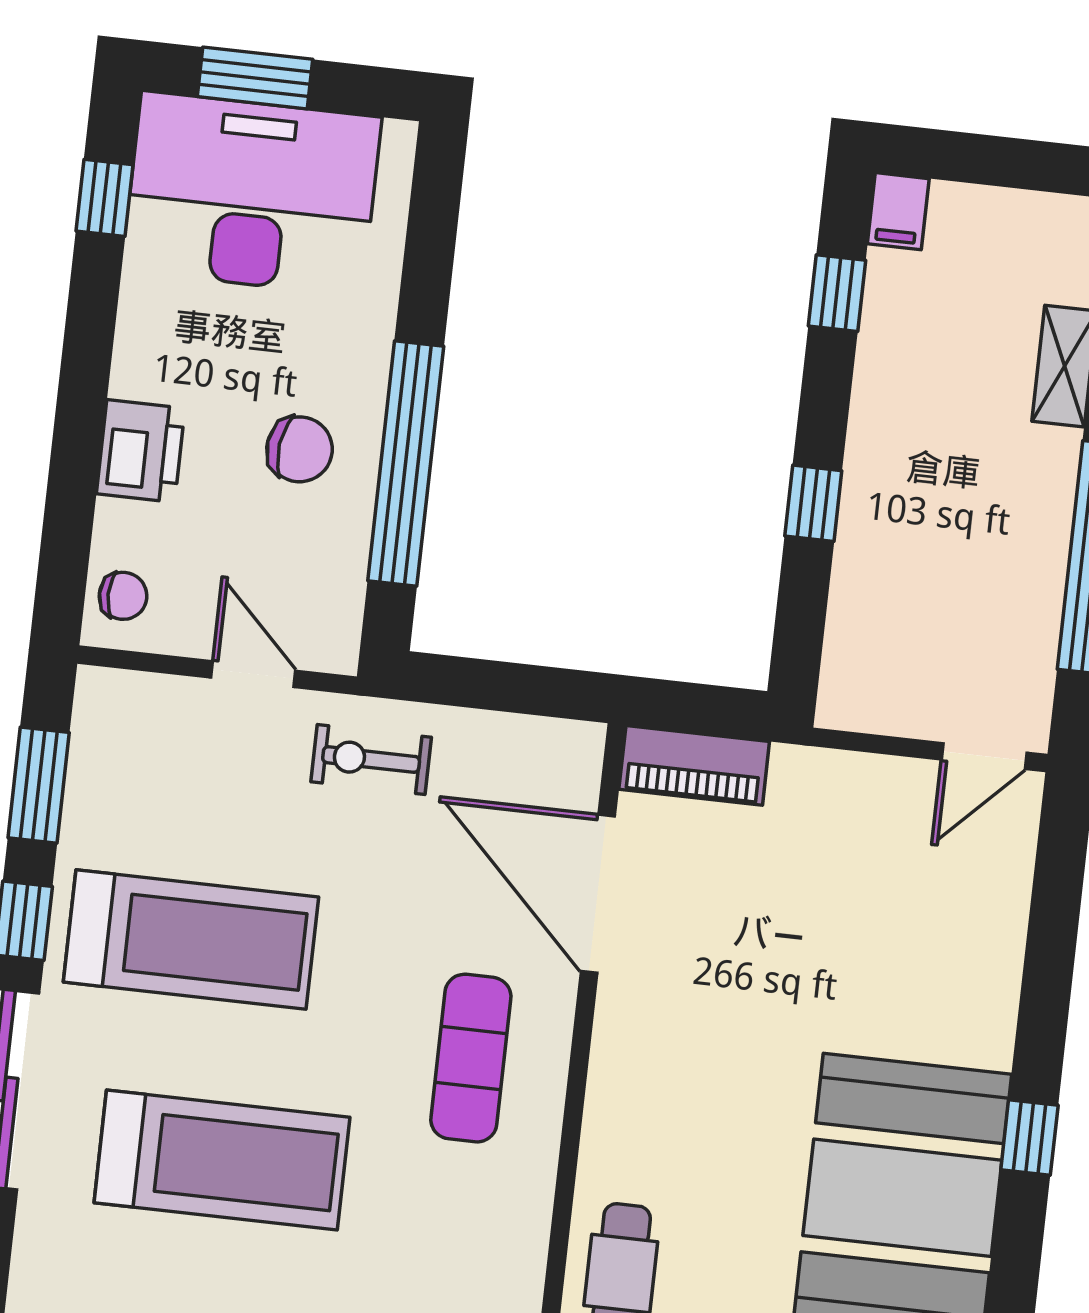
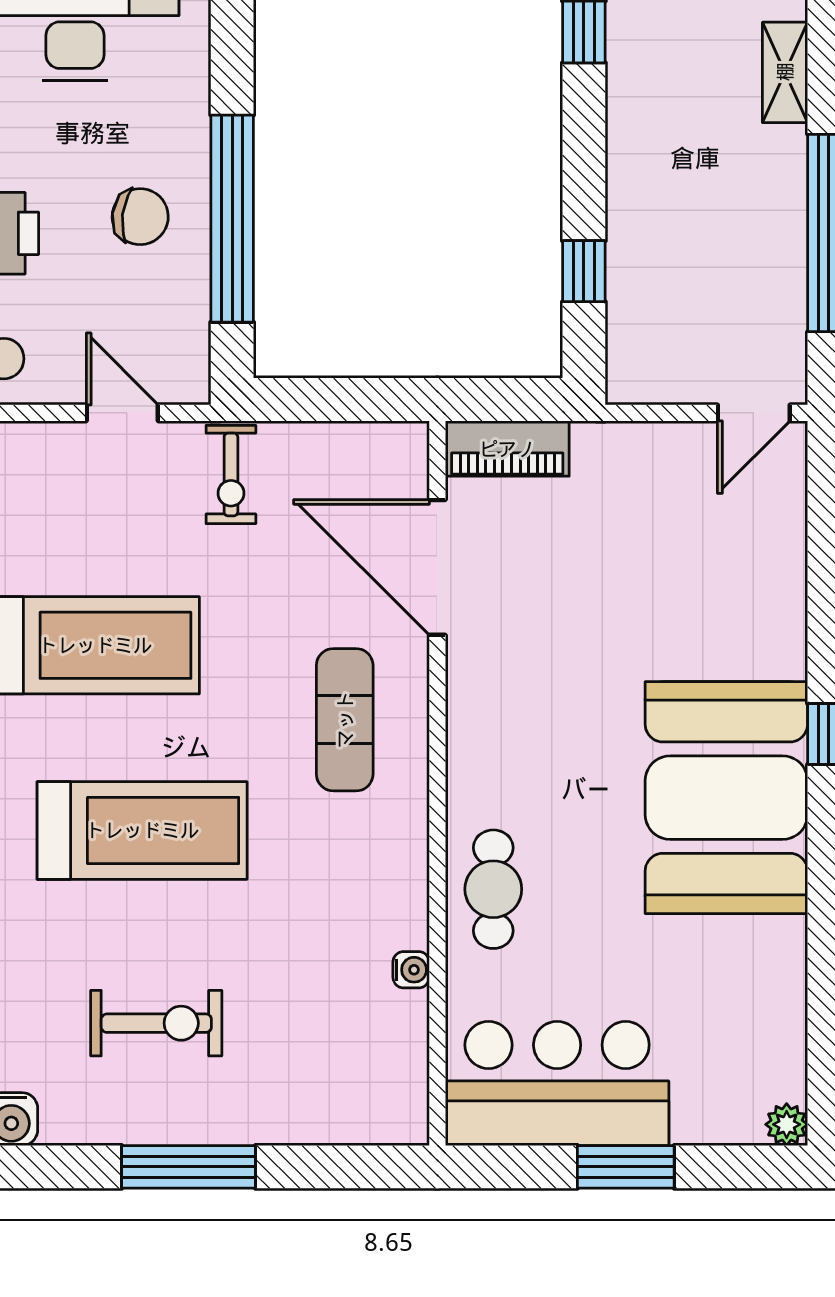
window: (813, 503) -> (584, 271), moved
exercise bike: (371, 760) -> (231, 475), turned -90

